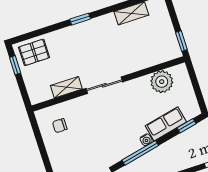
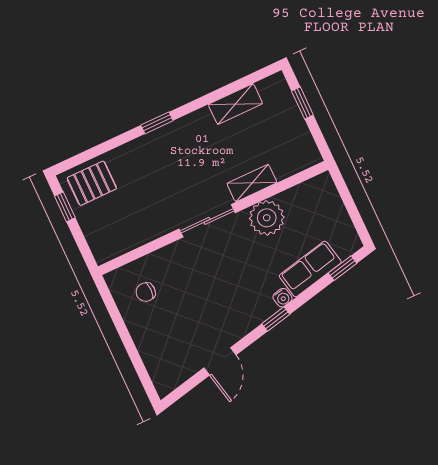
window: (181, 41) -> (302, 103), moved
plant: (162, 82) -> (267, 218), moved
shelving: (66, 87) -> (252, 183), moved
window: (140, 153) -> (276, 319), width x0.46

